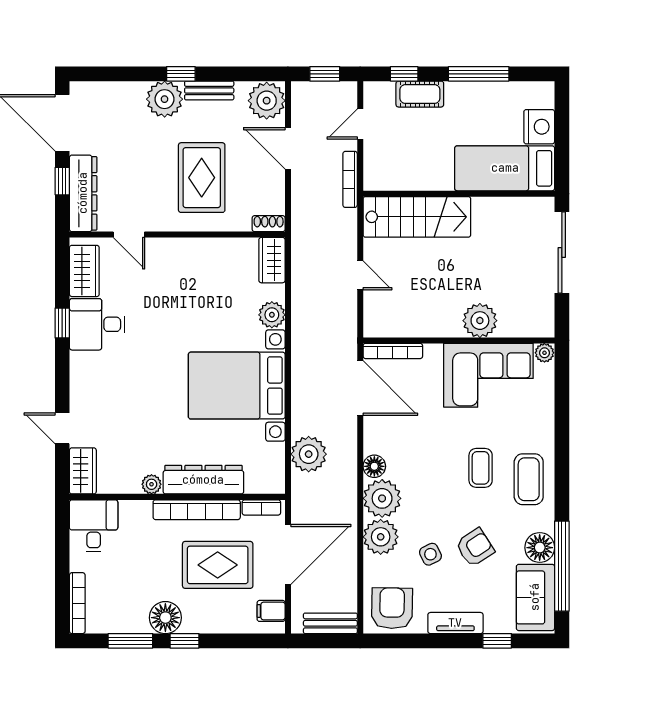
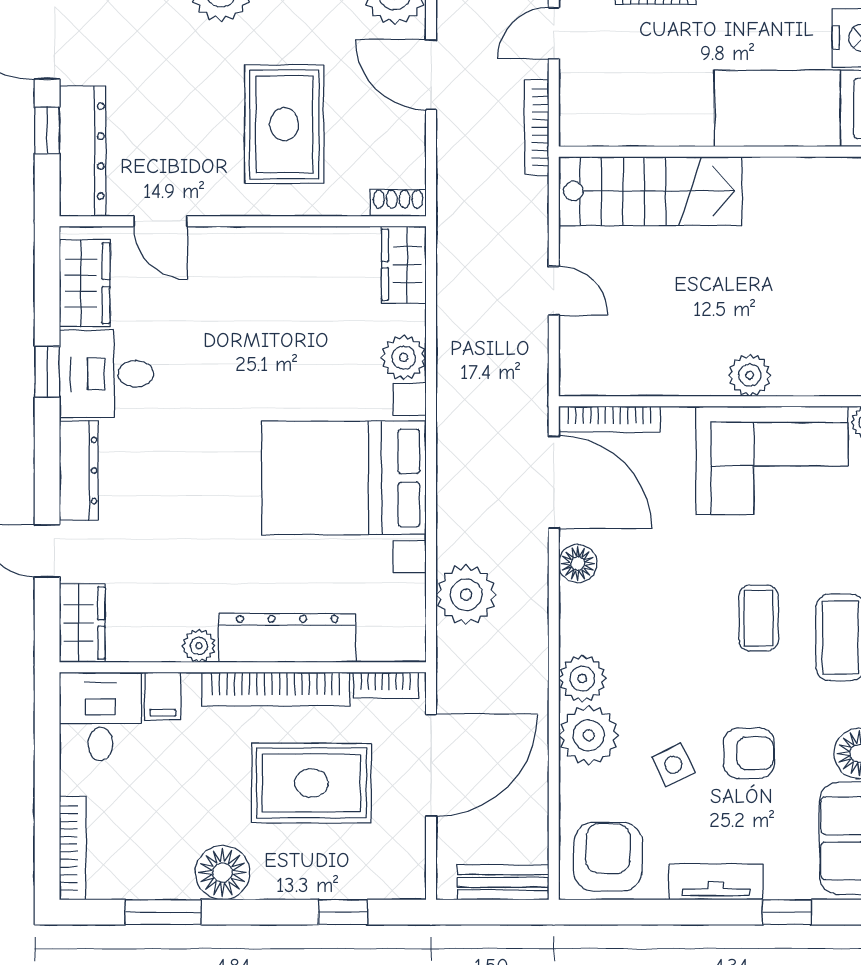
plant: (480, 321) -> (750, 375), width x0.73, depth x0.73
dresser: (81, 381) -> (79, 471), added
floor lamp: (374, 466) -> (578, 563), moved
plant: (382, 498) -> (582, 678), width x0.73, depth x0.73
armchair: (475, 547) -> (749, 753), turned 33
filing cabinet: (271, 611) -> (163, 696), moved, turned -90
window: (185, 641) -> (343, 912), moved

